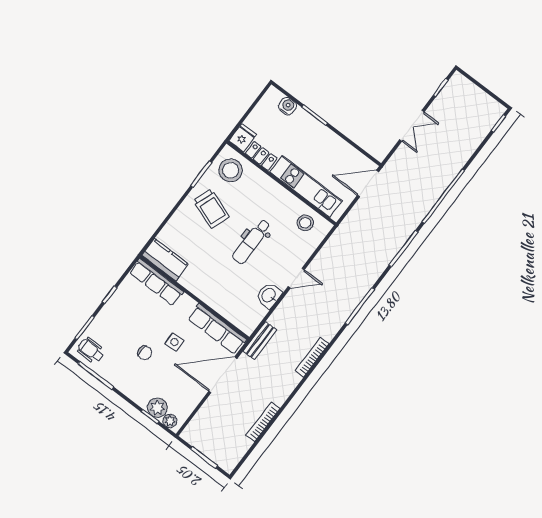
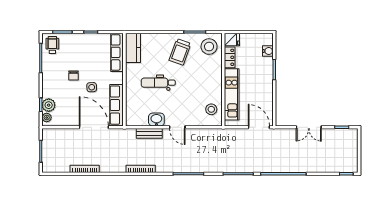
dental chair: (251, 241) -> (158, 83), moved
bench: (260, 341) -> (149, 133), moved

